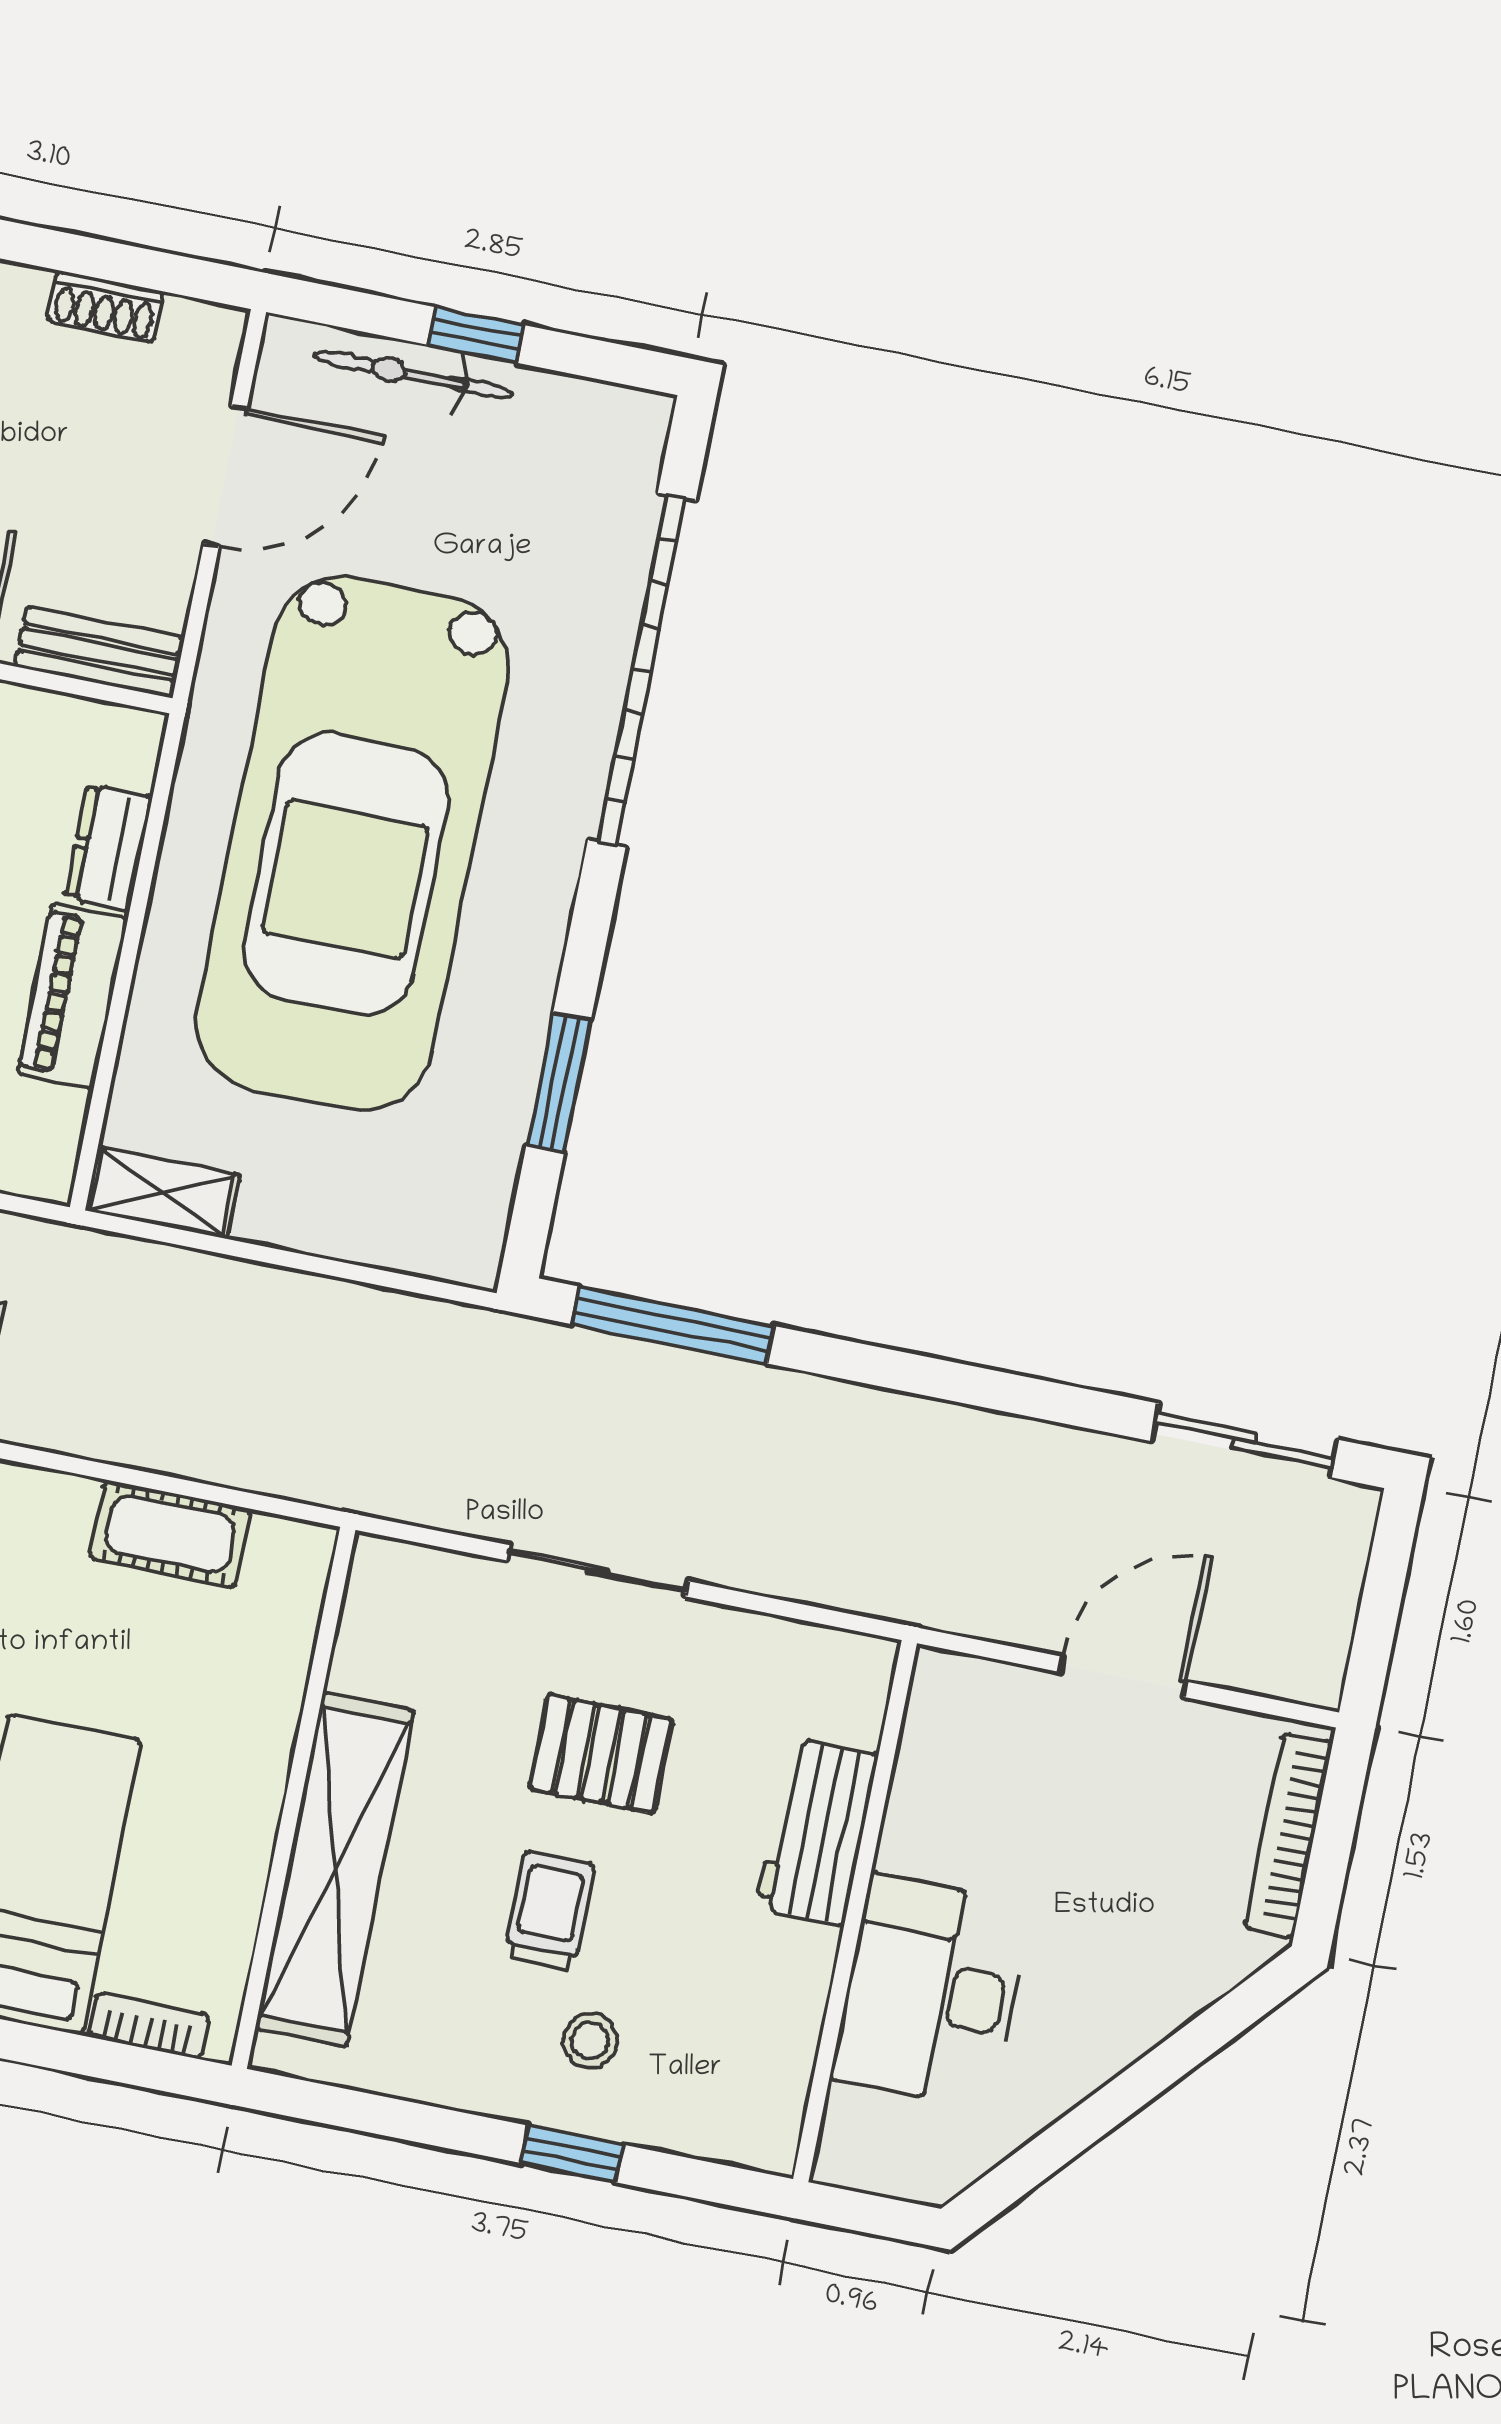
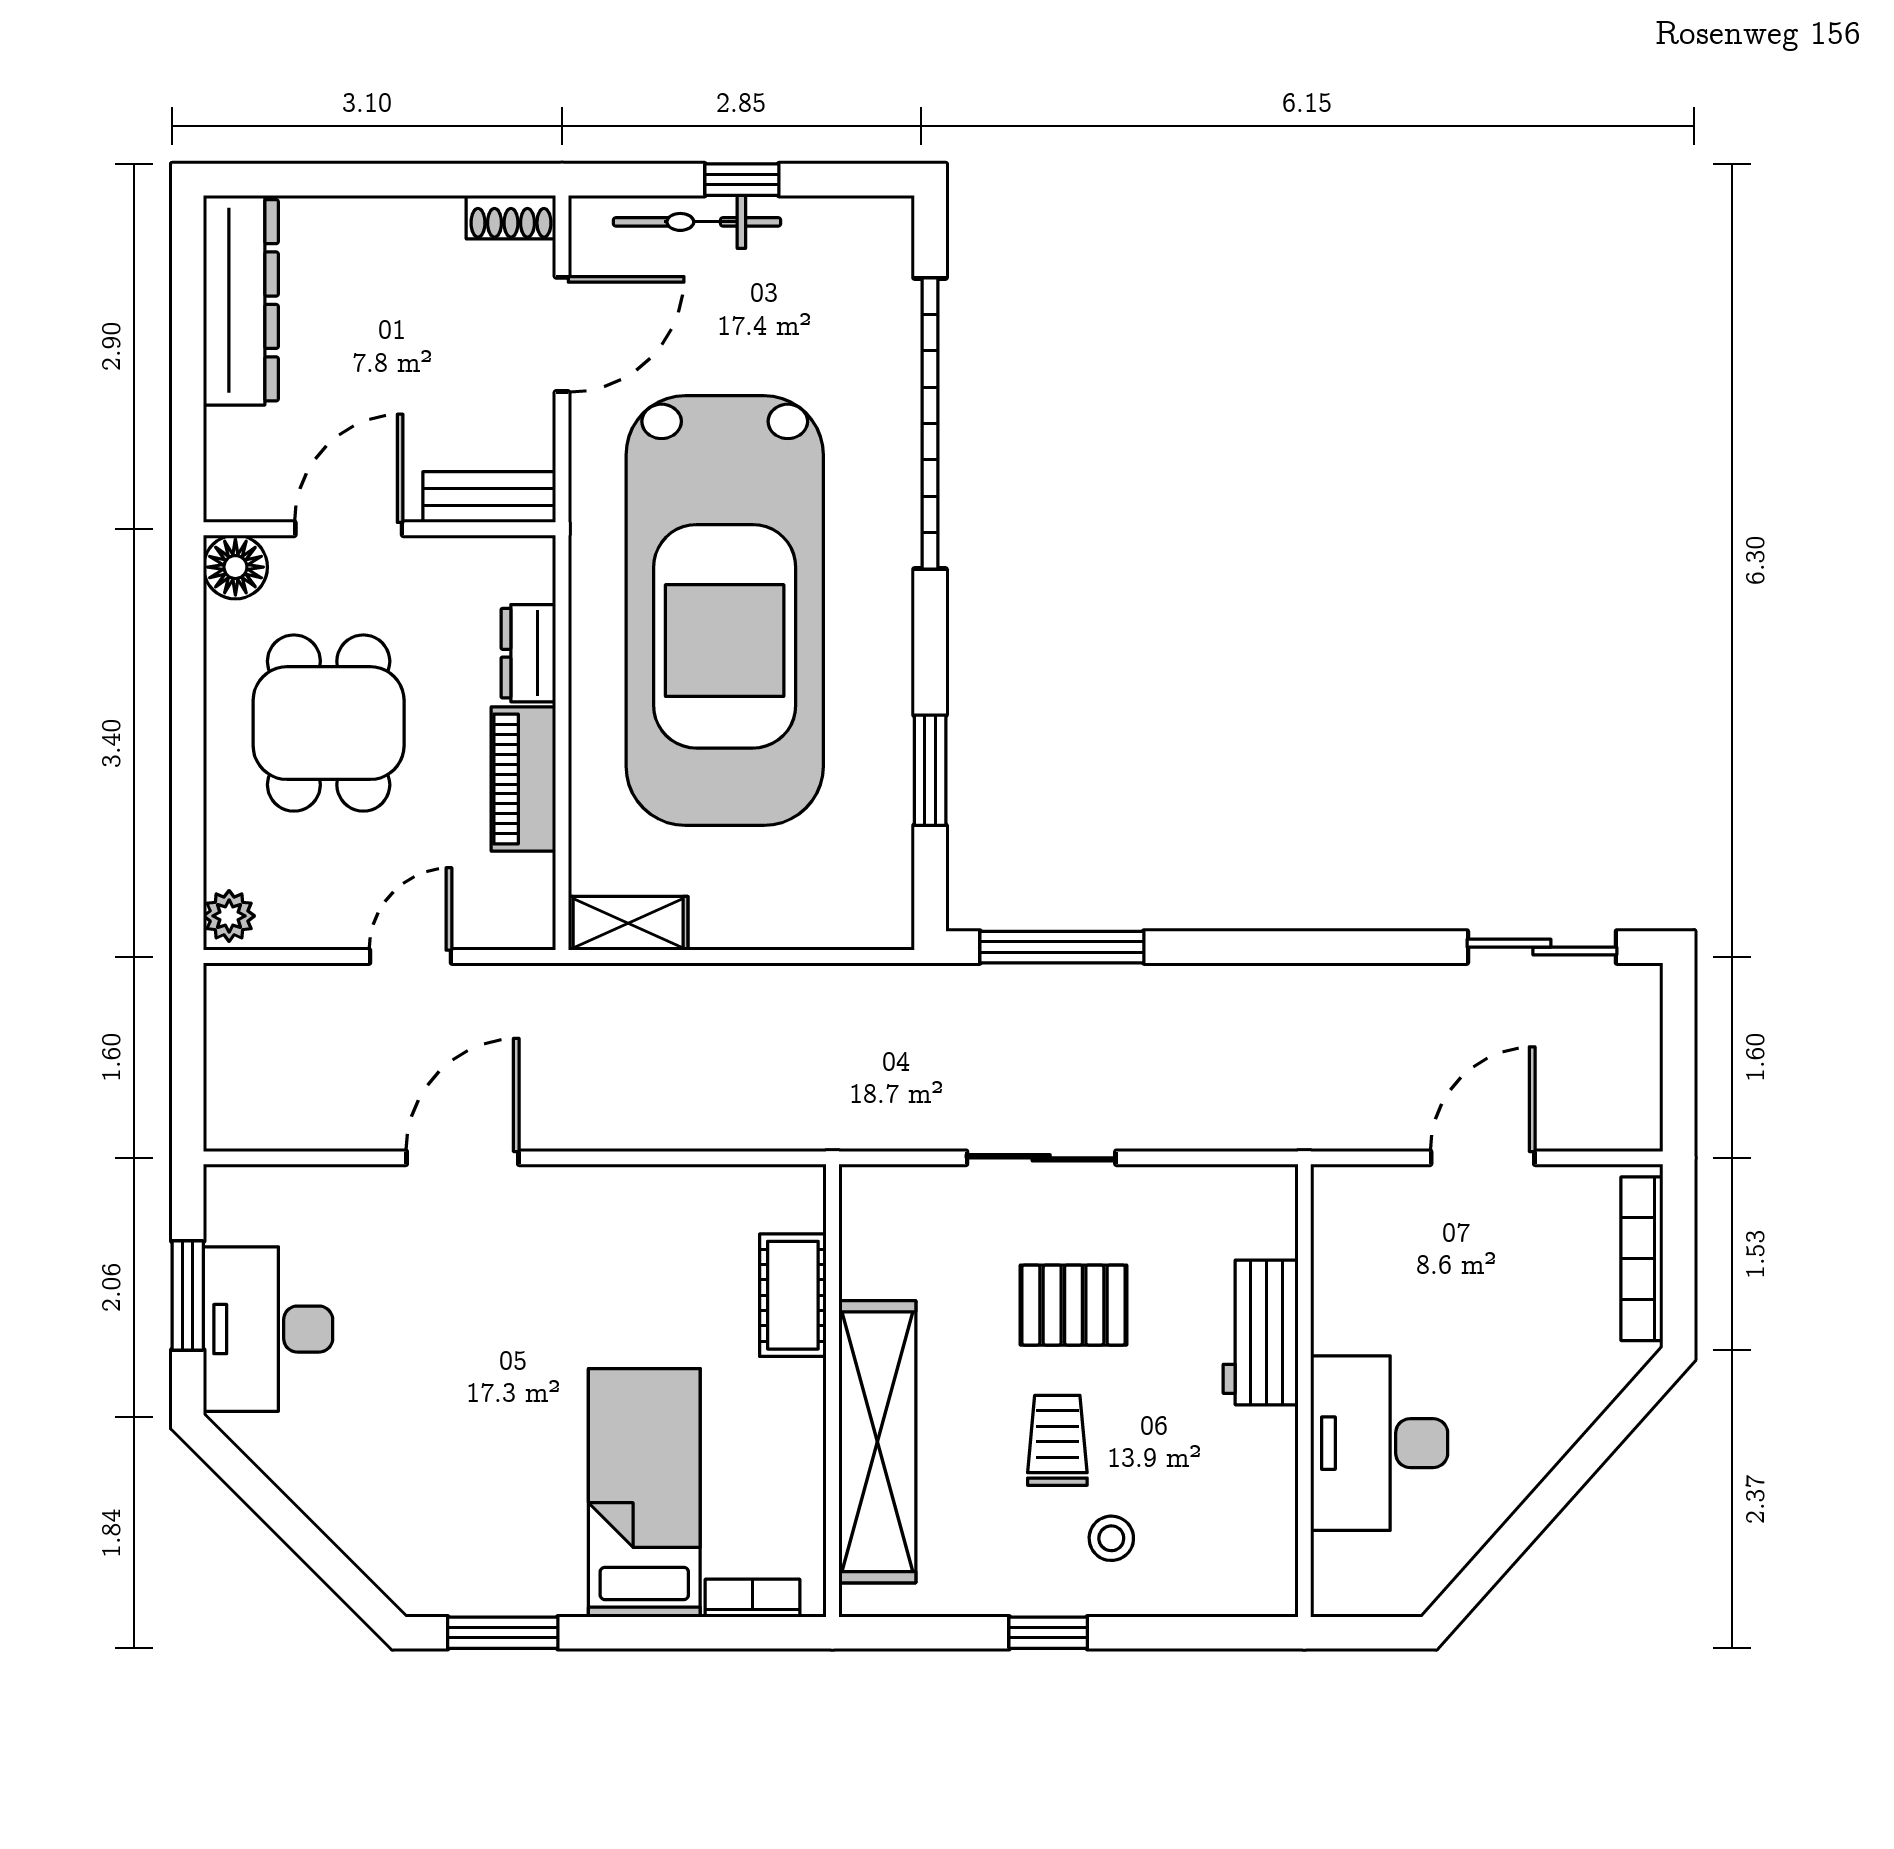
shoe rack: (105, 307) -> (511, 217), moved
cot: (170, 1534) -> (793, 1295), moved, turned 90
window: (572, 2154) -> (1048, 1633), moved

